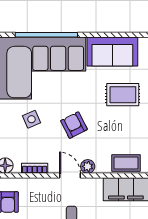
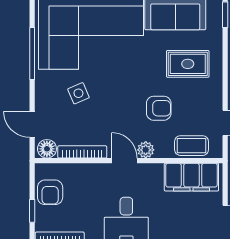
armchair: (74, 125) -> (159, 108), moved, turned 117
bookcase: (35, 168) -> (82, 152), width x1.56

